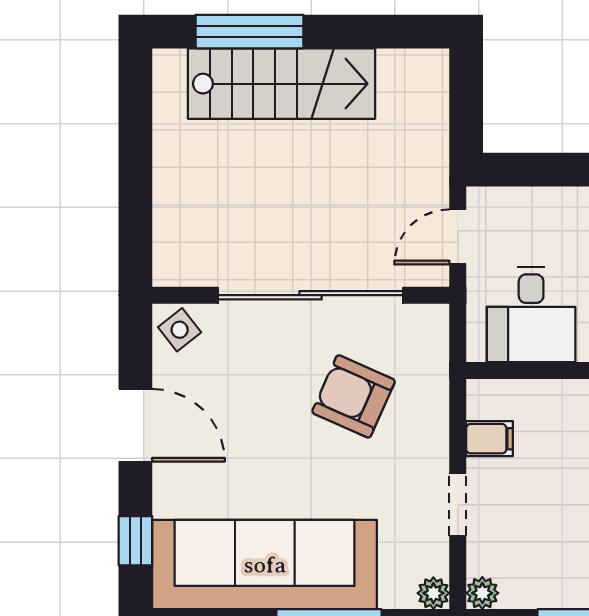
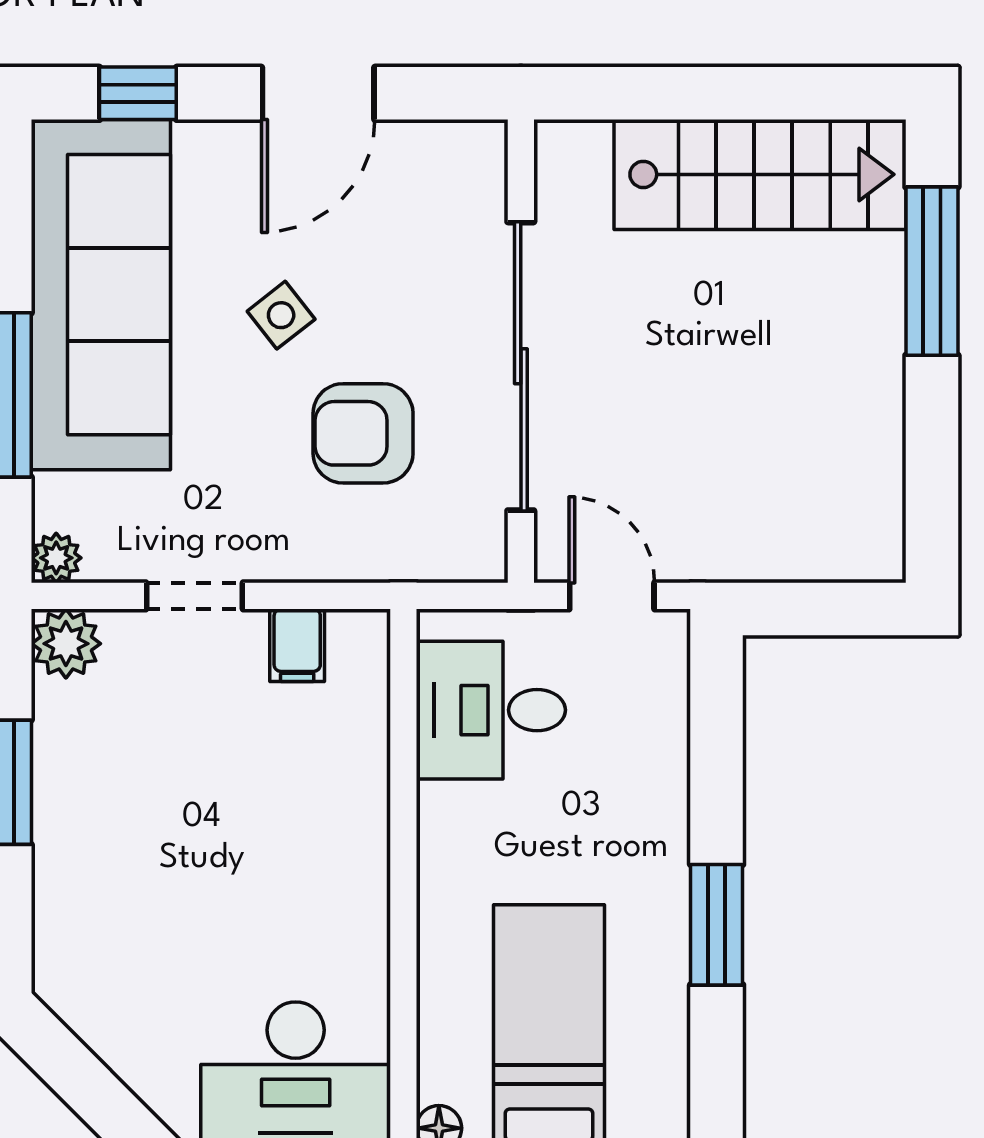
stairs: (282, 84) -> (760, 174), moved, turned -90
side table: (180, 330) -> (281, 315), moved
armchair: (354, 396) -> (363, 433), turned -114
plant: (482, 593) -> (66, 644), width x1.38, depth x1.38

